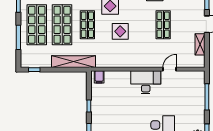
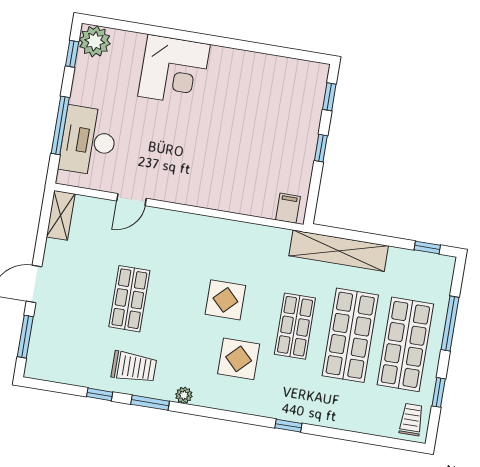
shelving: (200, 44) -> (61, 215), moved
desk: (146, 82) -> (88, 141), moved, turned 90

